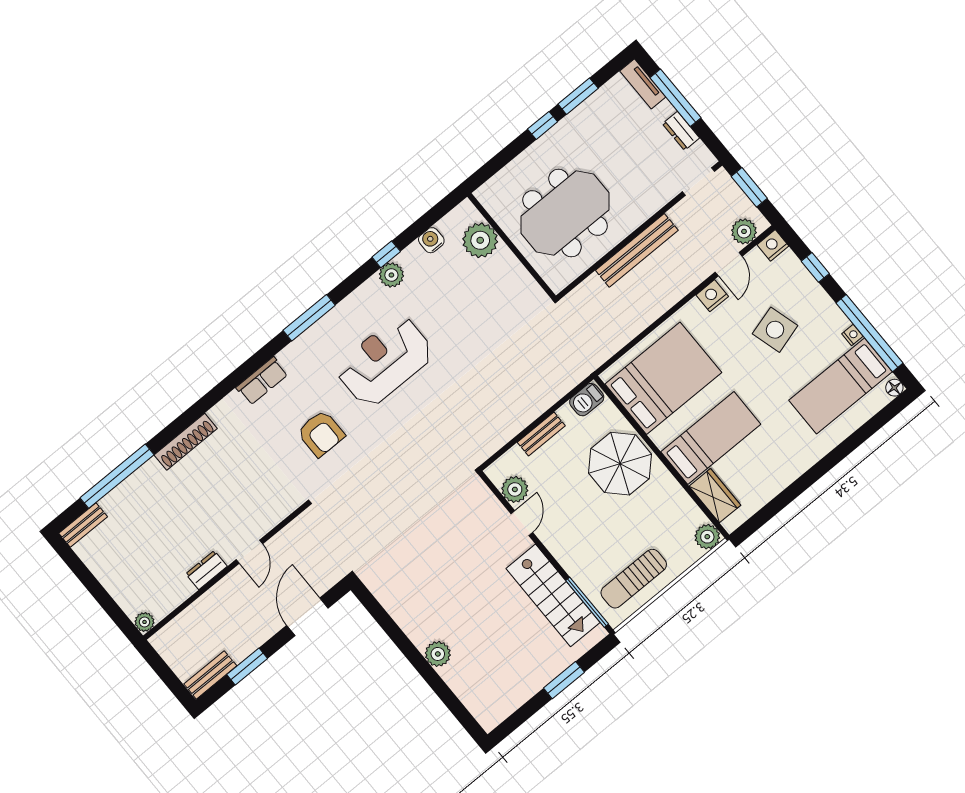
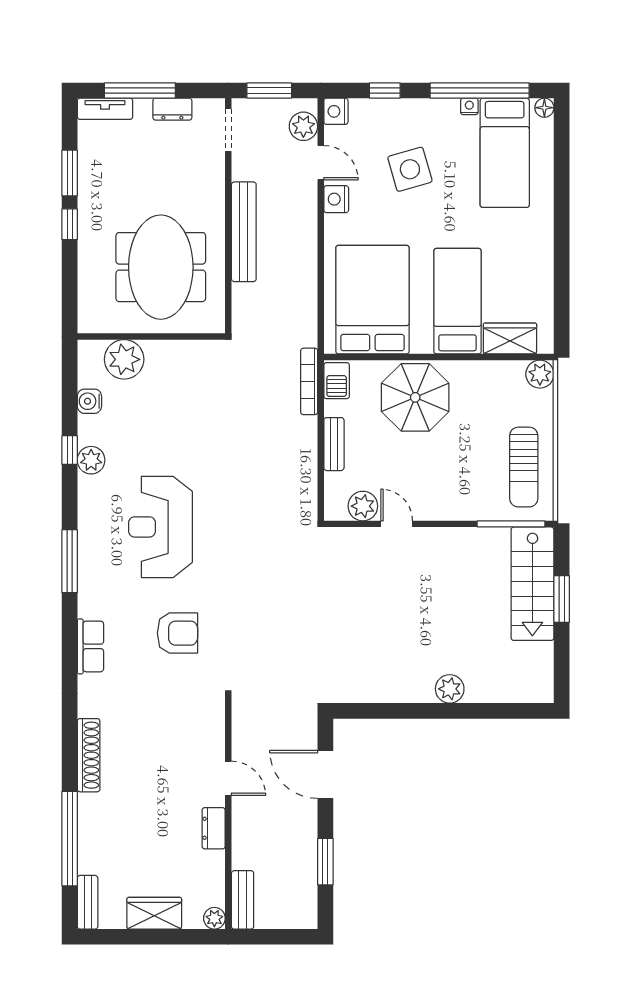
bookcase: (571, 381) -> (309, 381), added
wardrobe: (114, 577) -> (154, 913), added
stairs: (553, 595) -> (532, 584), moved, turned 90
bench: (210, 675) -> (243, 900), moved

